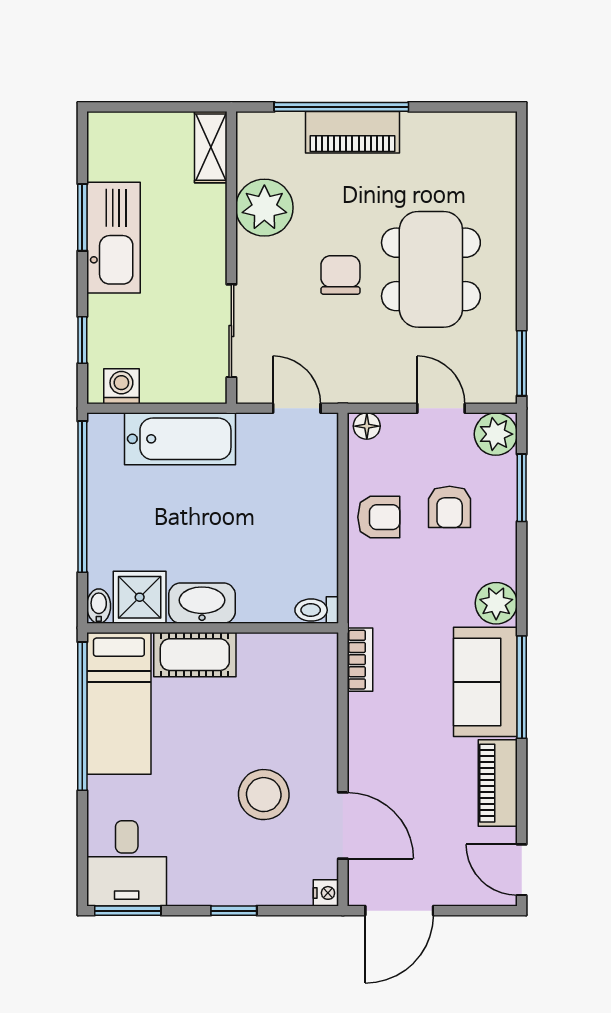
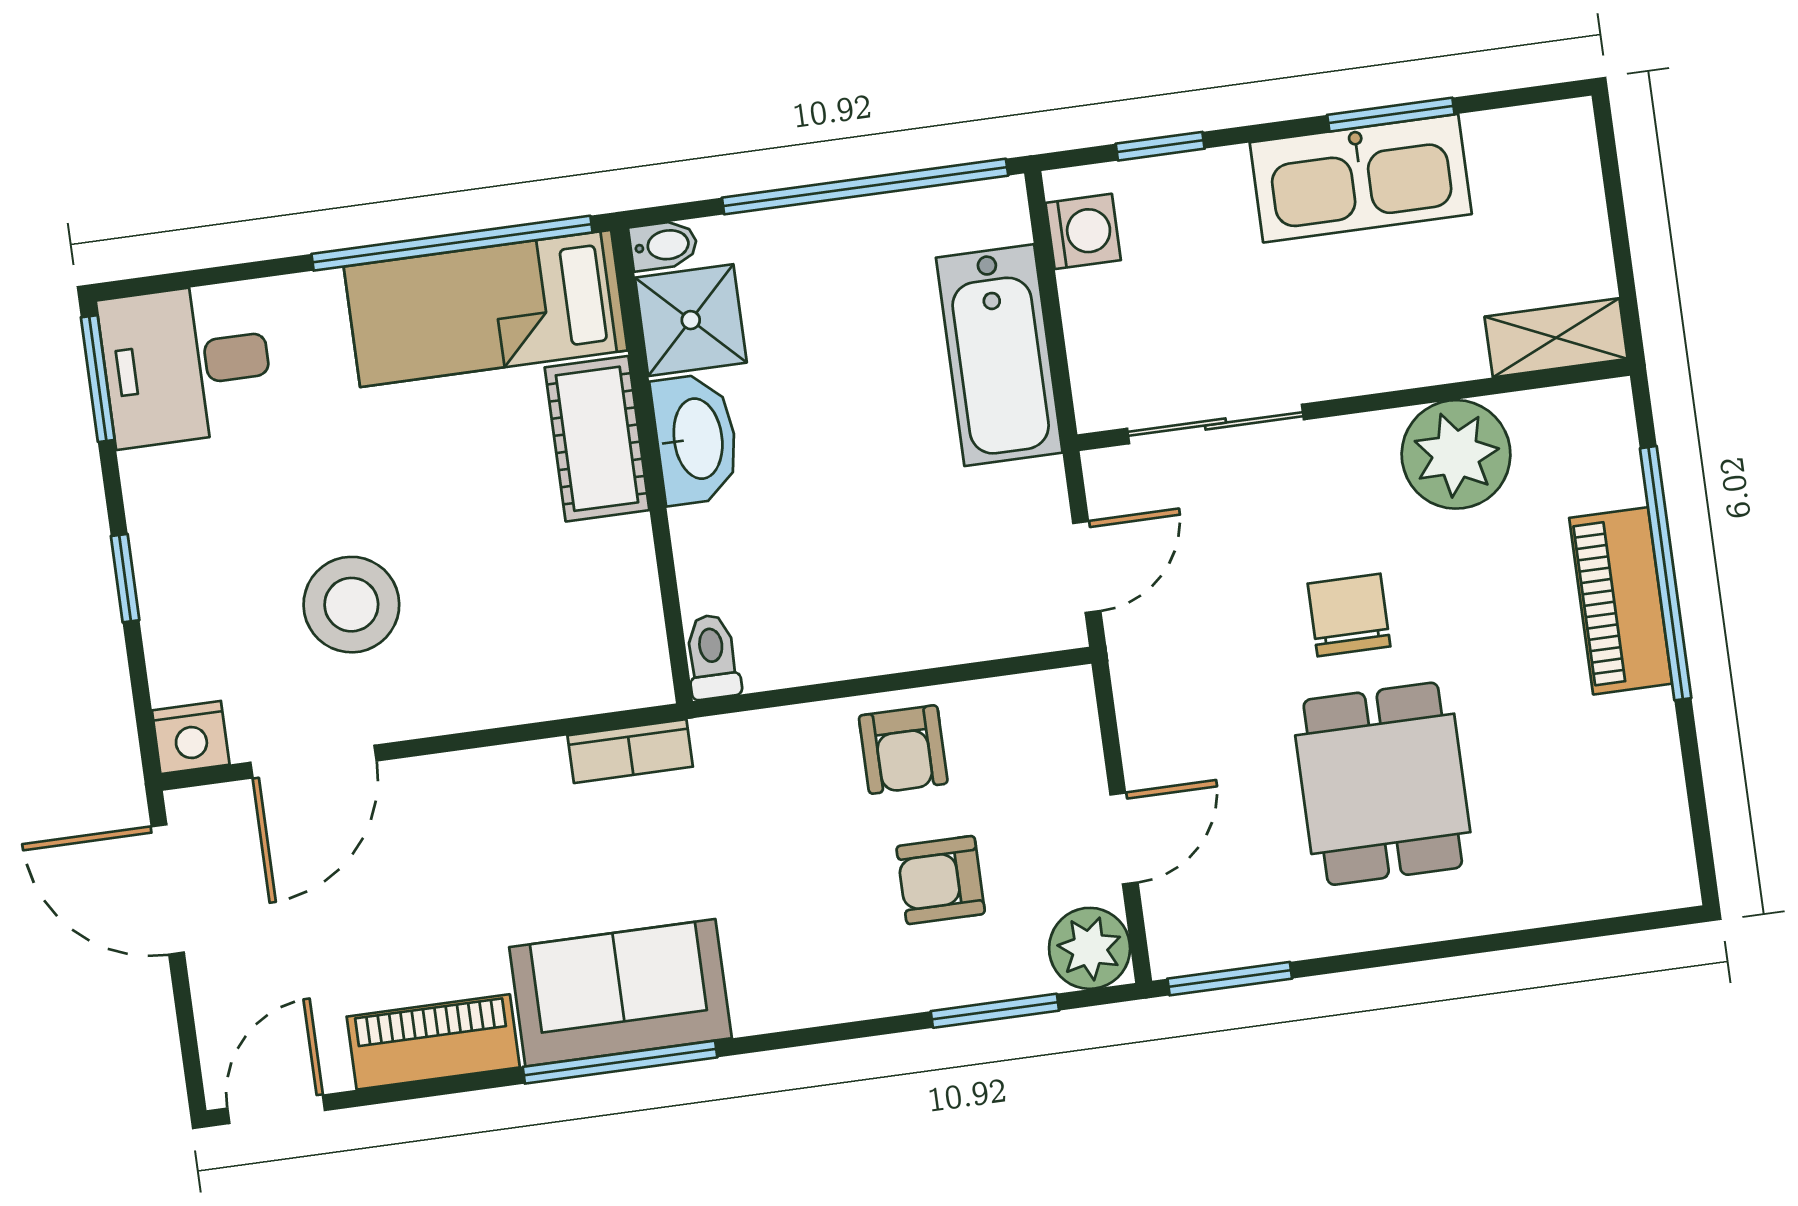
dining table: (431, 269) -> (1383, 784), width x0.73
chair: (340, 275) -> (1349, 615), turned -90
floor lamp: (367, 426) -> (1071, 703), removed
plant: (496, 603) -> (771, 993), removed
nightstand: (326, 893) -> (191, 737), width x1.39, depth x1.35

